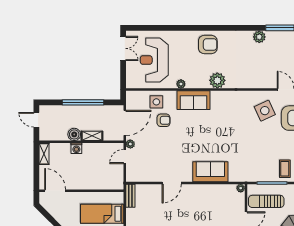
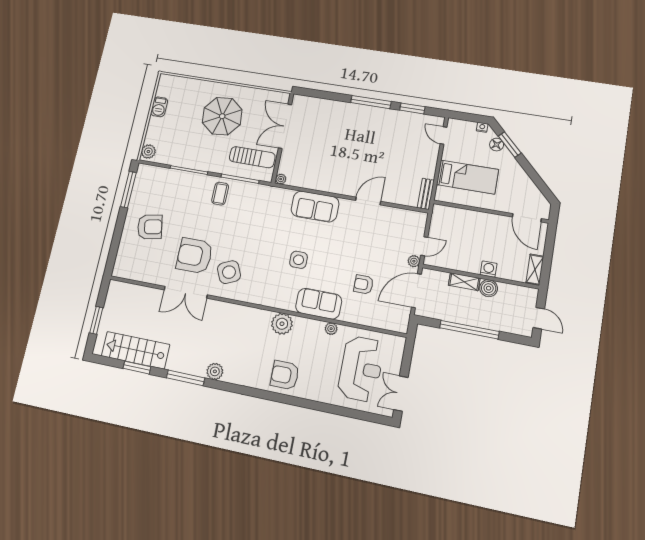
side table: (156, 102) -> (299, 260), moved

